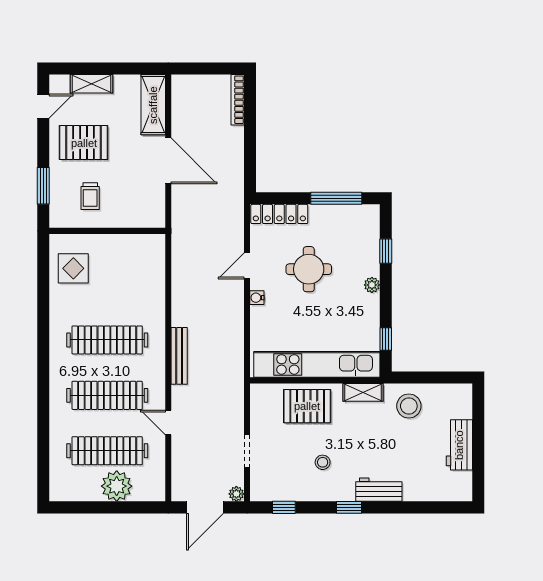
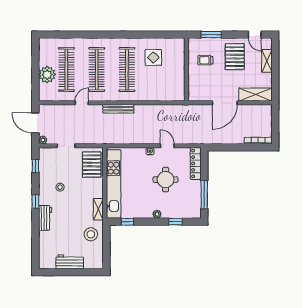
display table: (73, 268) -> (153, 57), moved
pallet: (307, 406) -> (92, 165), moved

